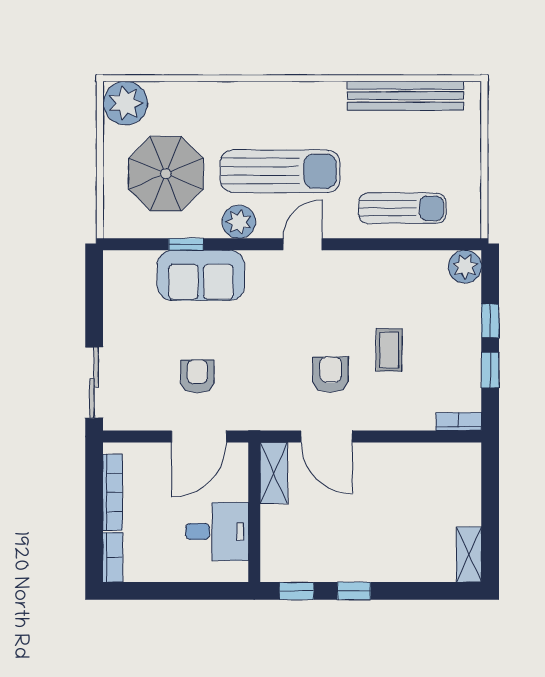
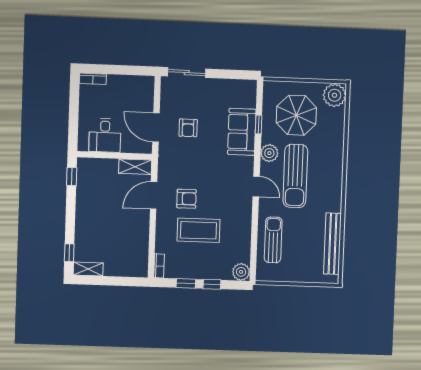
sun lounger: (402, 208) -> (273, 240), turned 180
coffee table: (389, 350) -> (198, 230), width x1.86, depth x1.72
armchair: (197, 376) -> (188, 128), turned 90
bookcase: (112, 492) -> (128, 80), removed
window: (354, 591) -> (69, 253), moved

